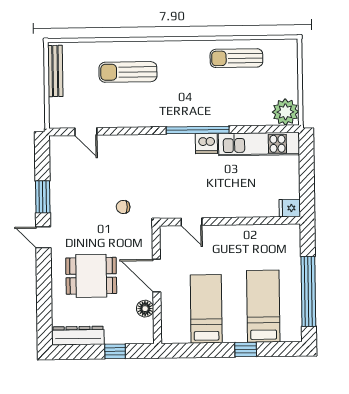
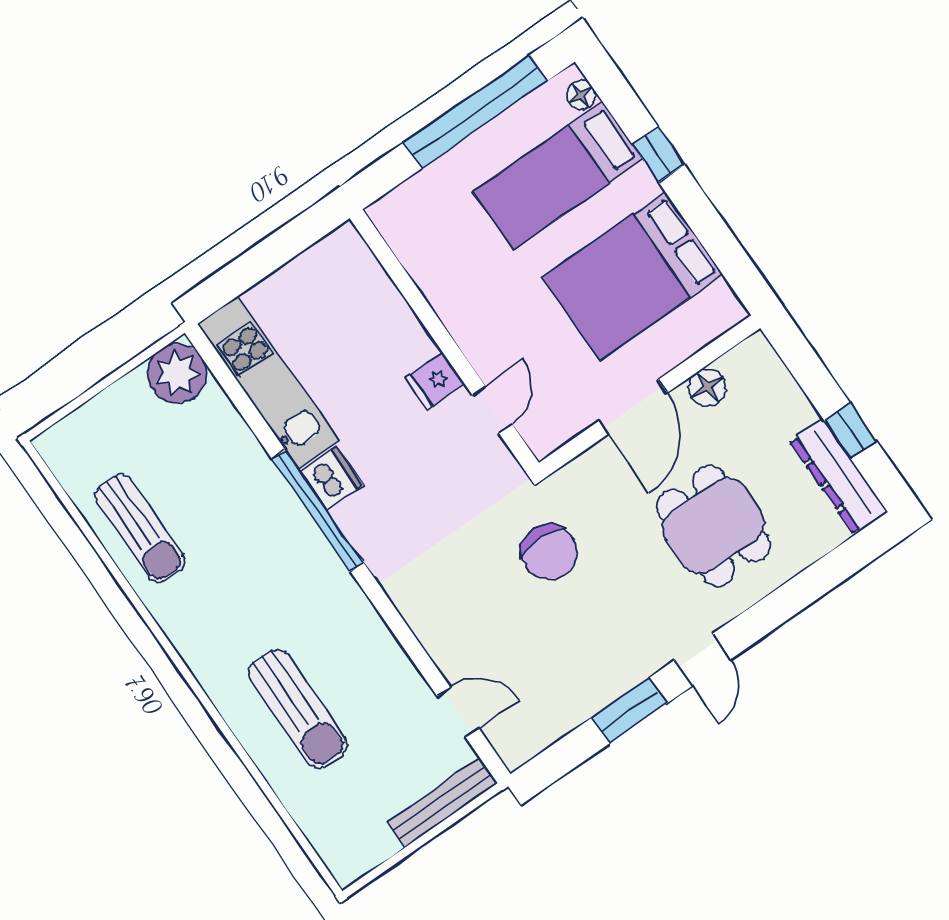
bench: (55, 71) -> (442, 802), moved
door: (86, 132) -> (458, 712), hinge flipped
chair: (123, 207) -> (549, 552), width x1.87, depth x1.87
fridge: (290, 208) -> (435, 381), moved, turned 90
bed: (206, 309) -> (633, 276), width x1.50
floor lamp: (288, 335) -> (581, 95), added
window: (115, 351) -> (851, 431), moved

